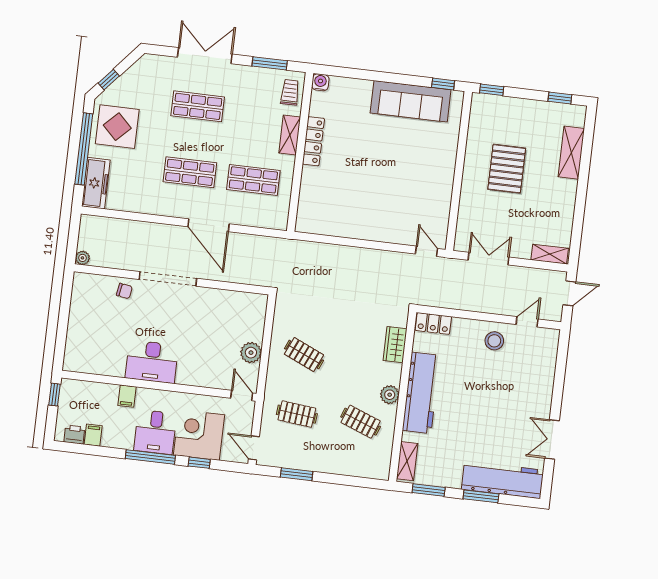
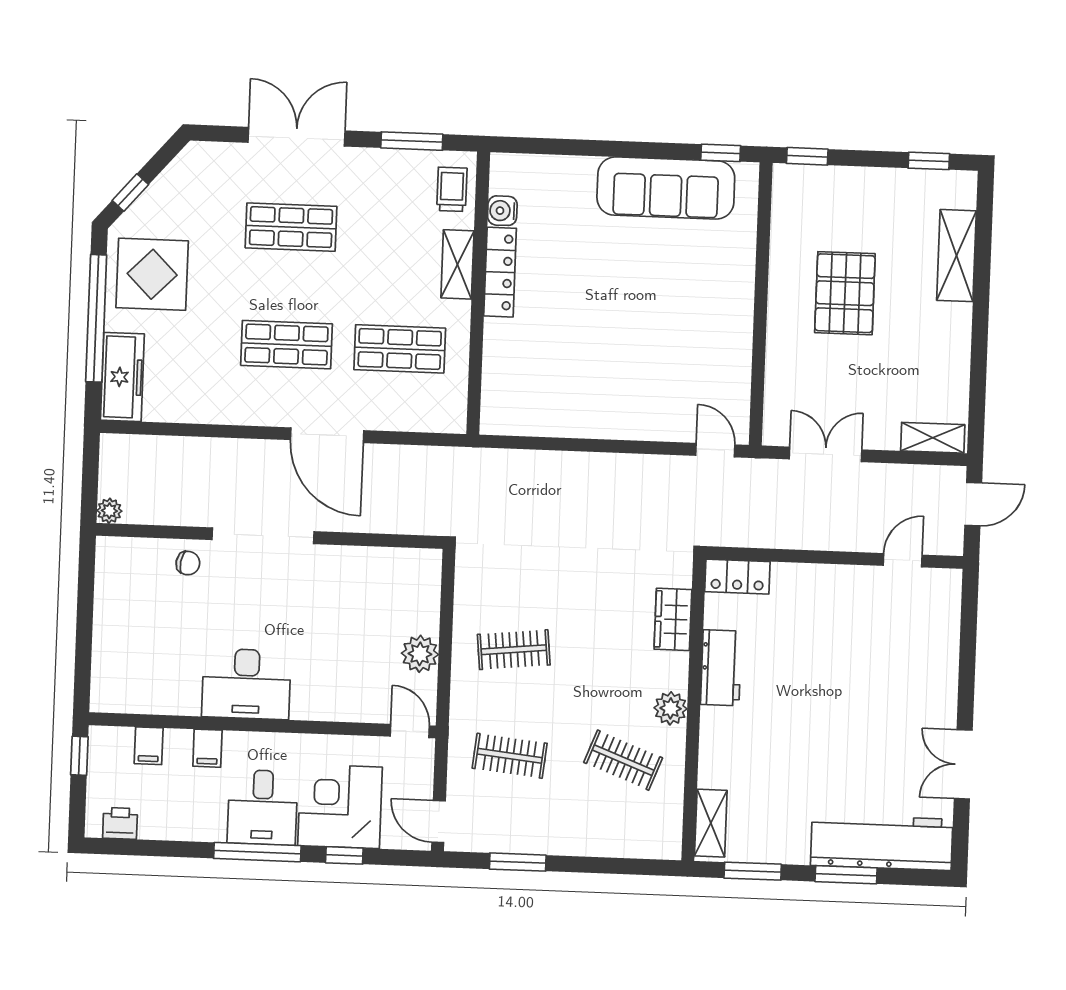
water cooler: (320, 82) -> (502, 211), moved, turned -90
stool: (494, 341) -> (848, 599), removed
clothes rail: (304, 355) -> (514, 650), turned -30
workbench: (421, 393) -> (721, 668), width x0.53, depth x0.76
filing cabinet: (93, 435) -> (149, 746), moved, turned 180

